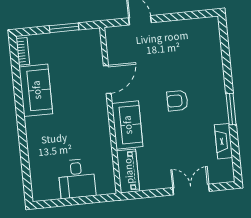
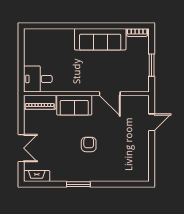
sofa: (36, 90) -> (100, 39), width x1.36
fireplace: (223, 141) -> (37, 176), moved
desk: (77, 179) -> (38, 79), moved

